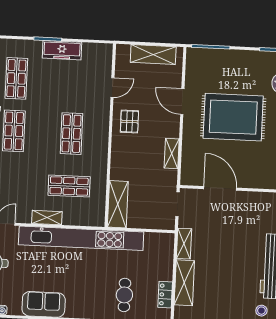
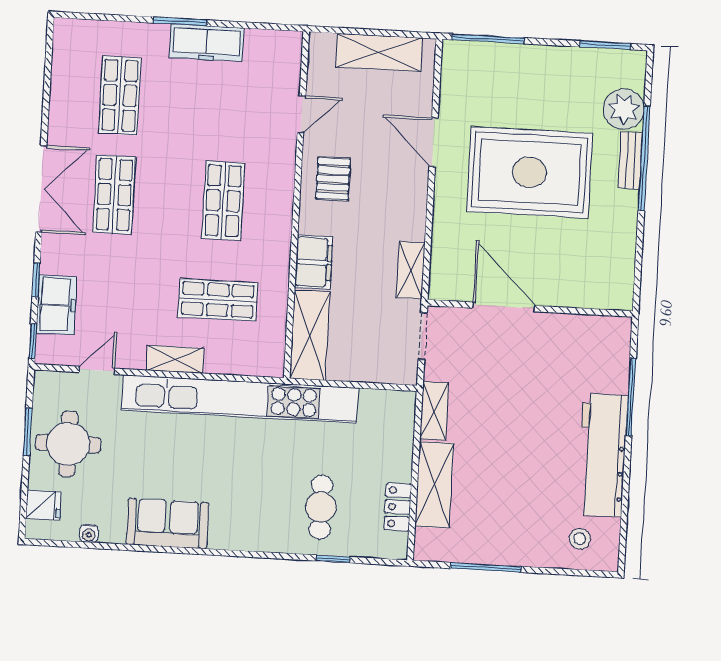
shelving: (172, 154) -> (411, 270), moved
filing cabinet: (120, 166) -> (314, 262), added

